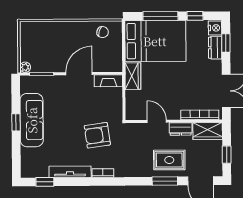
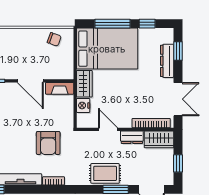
nightstand: (215, 28) -> (83, 105), moved, turned 180
dresser: (215, 48) -> (167, 61), width x1.44
door: (79, 74) -> (30, 81), swing flipped
armchair: (97, 135) -> (48, 143), turned -82
rug: (169, 160) -> (105, 173), moved

